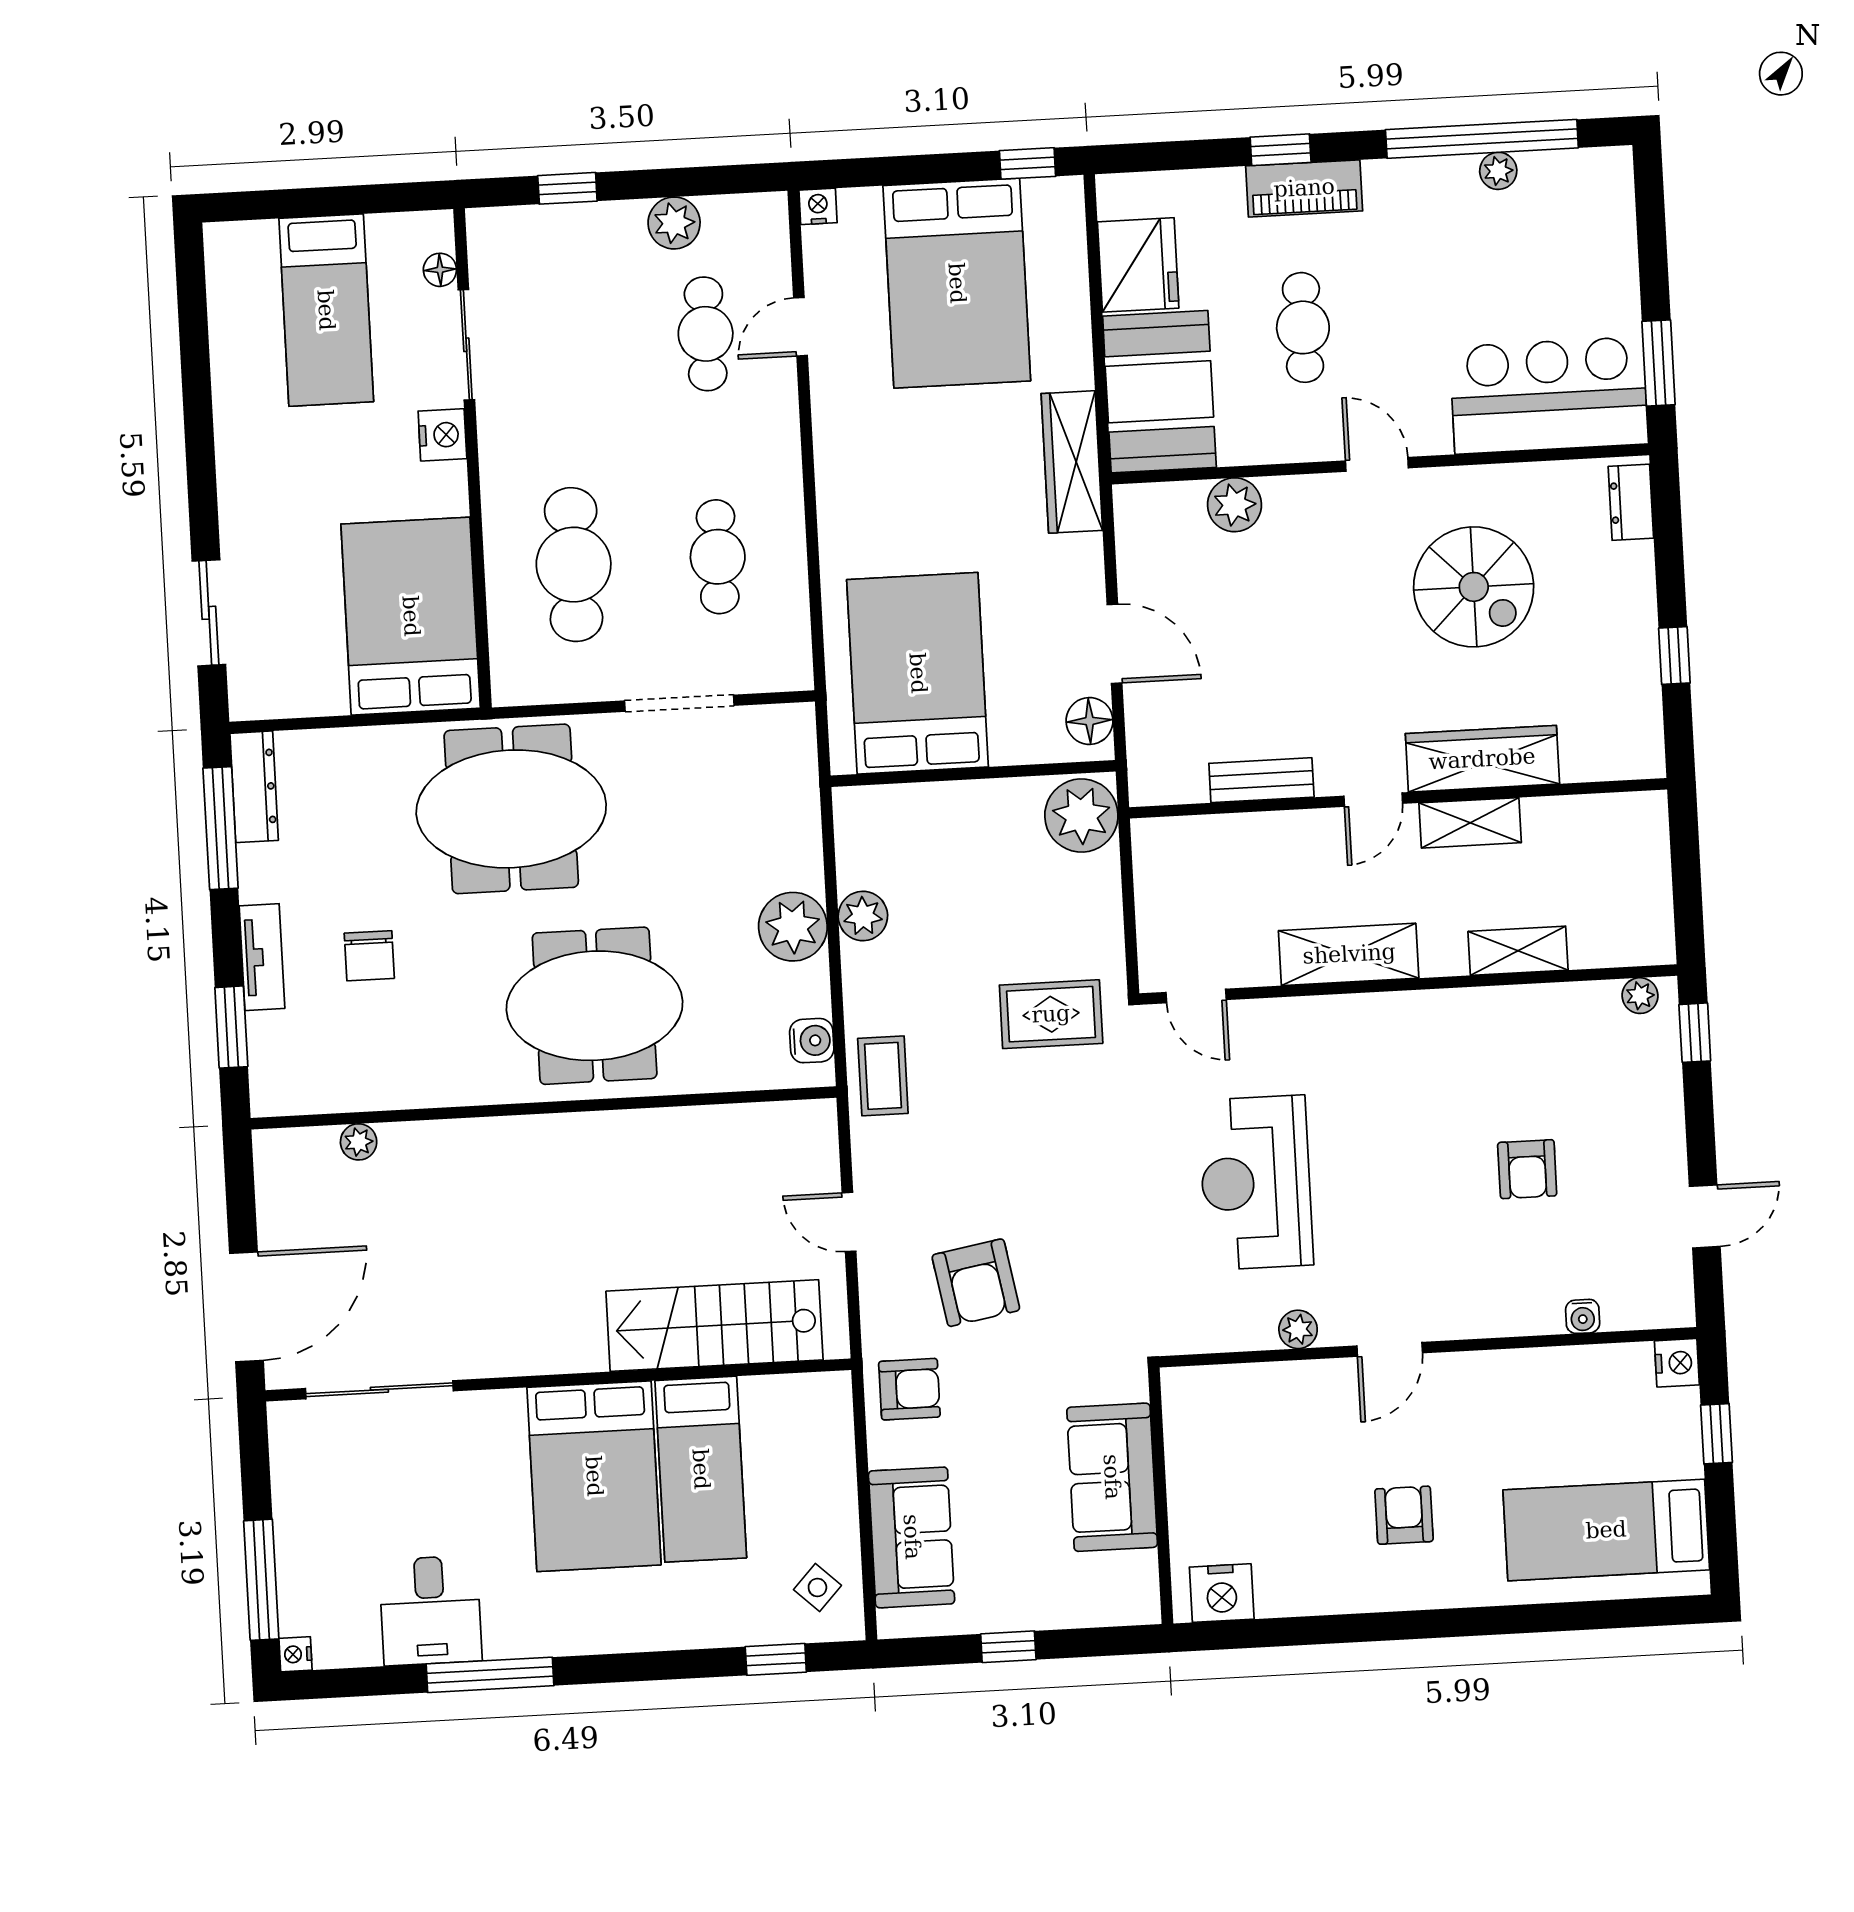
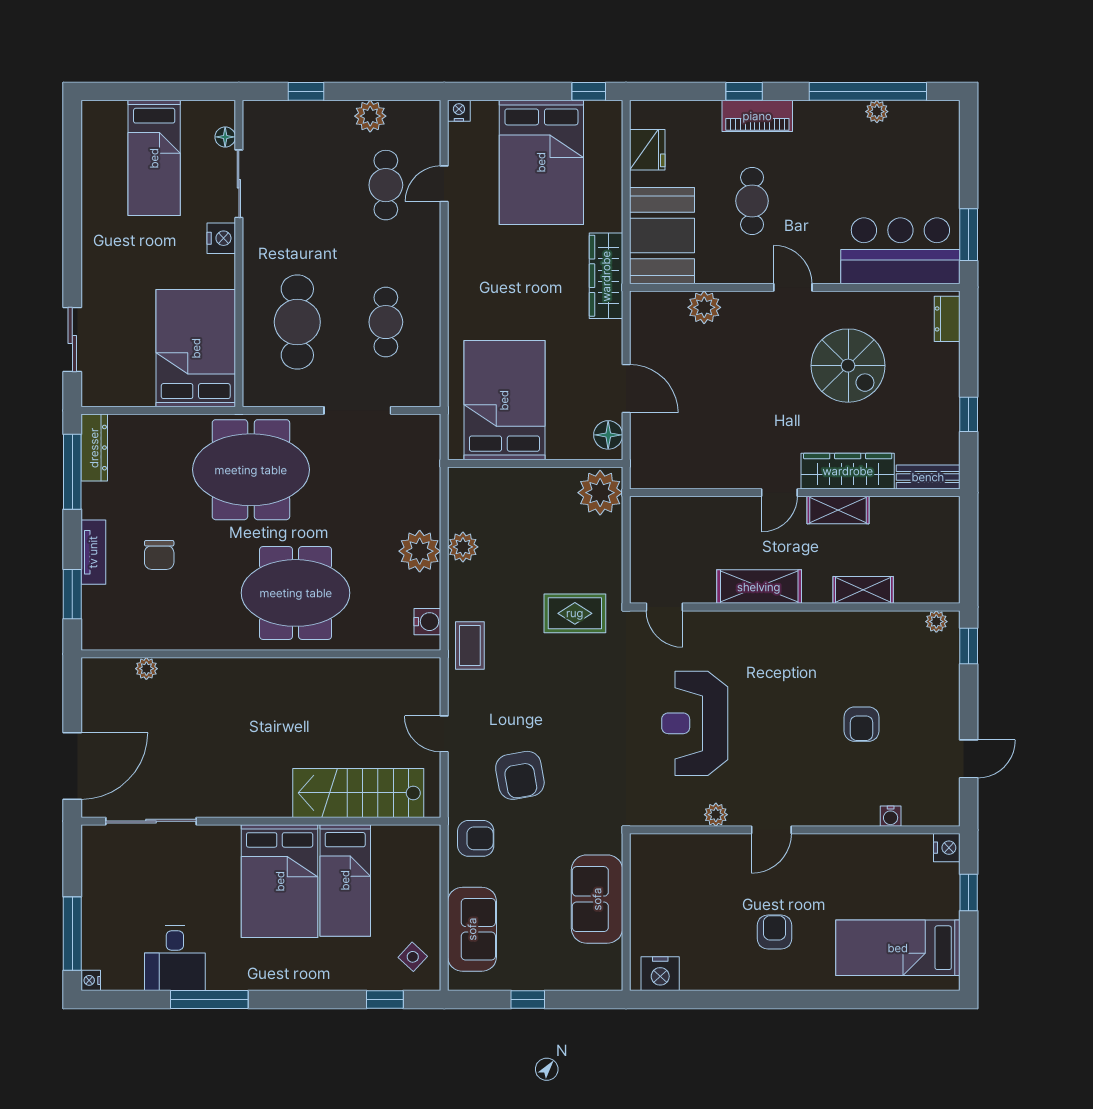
fridge: (1138, 265) -> (647, 150), width x0.73, depth x0.75
bench: (1261, 780) -> (928, 477), moved

